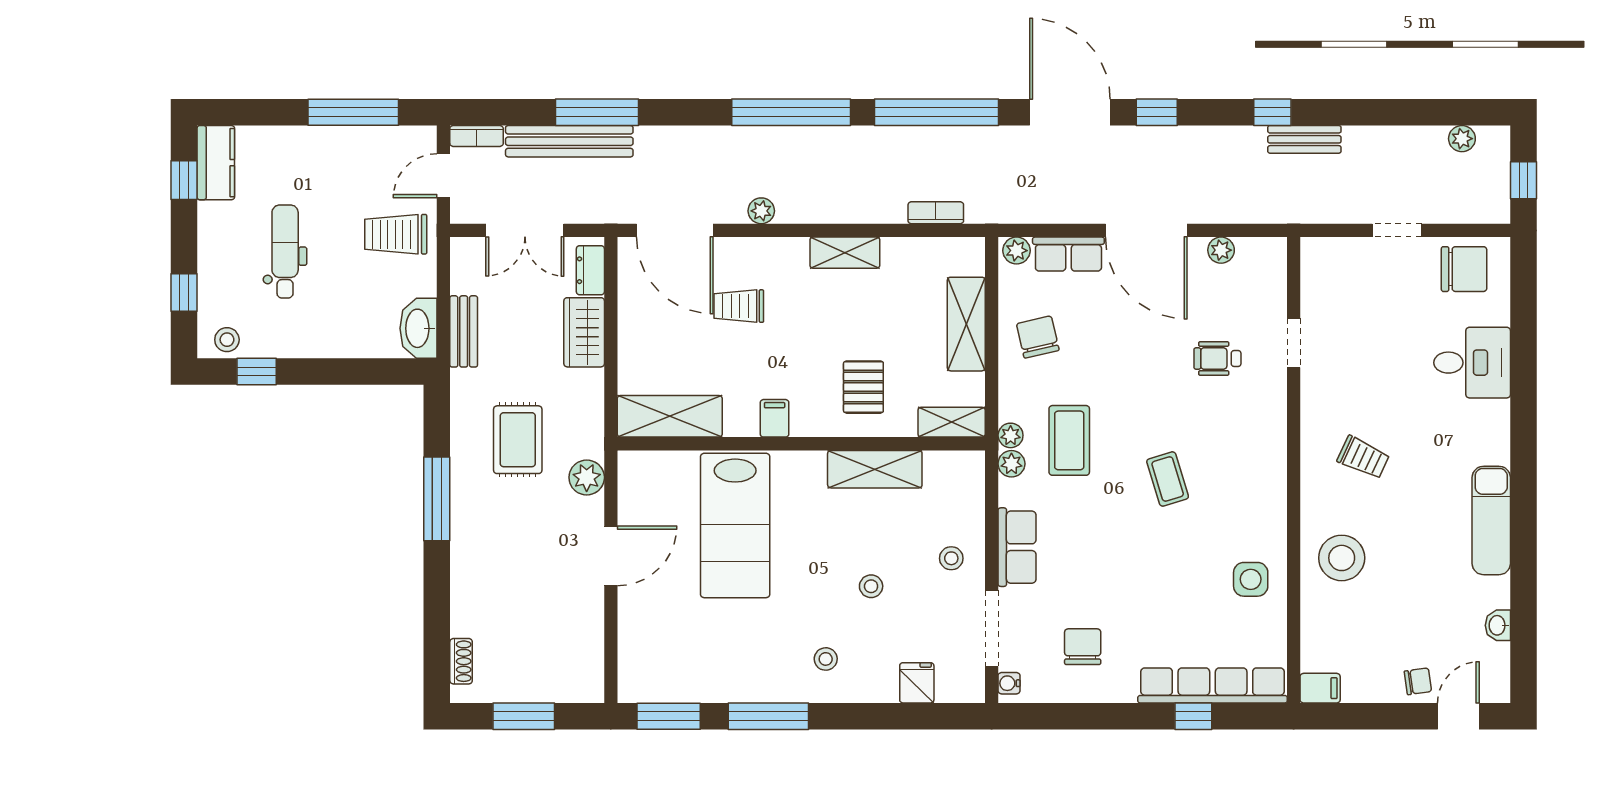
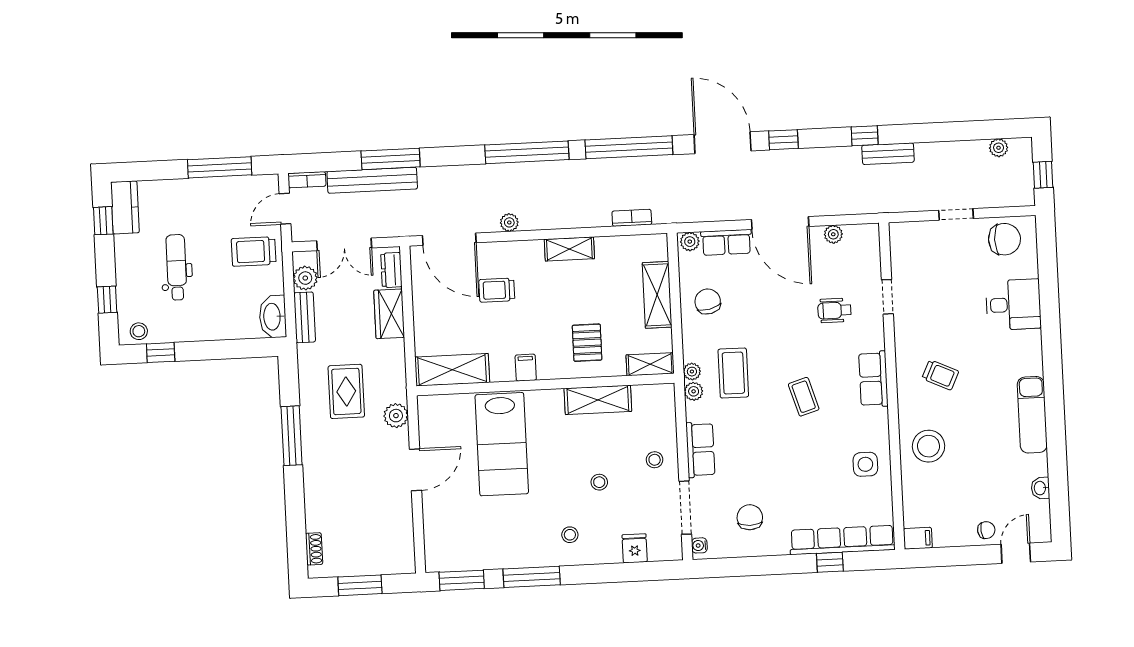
plant: (467, 276) -> (305, 278), added
row of seats: (1268, 459) -> (873, 379), added

